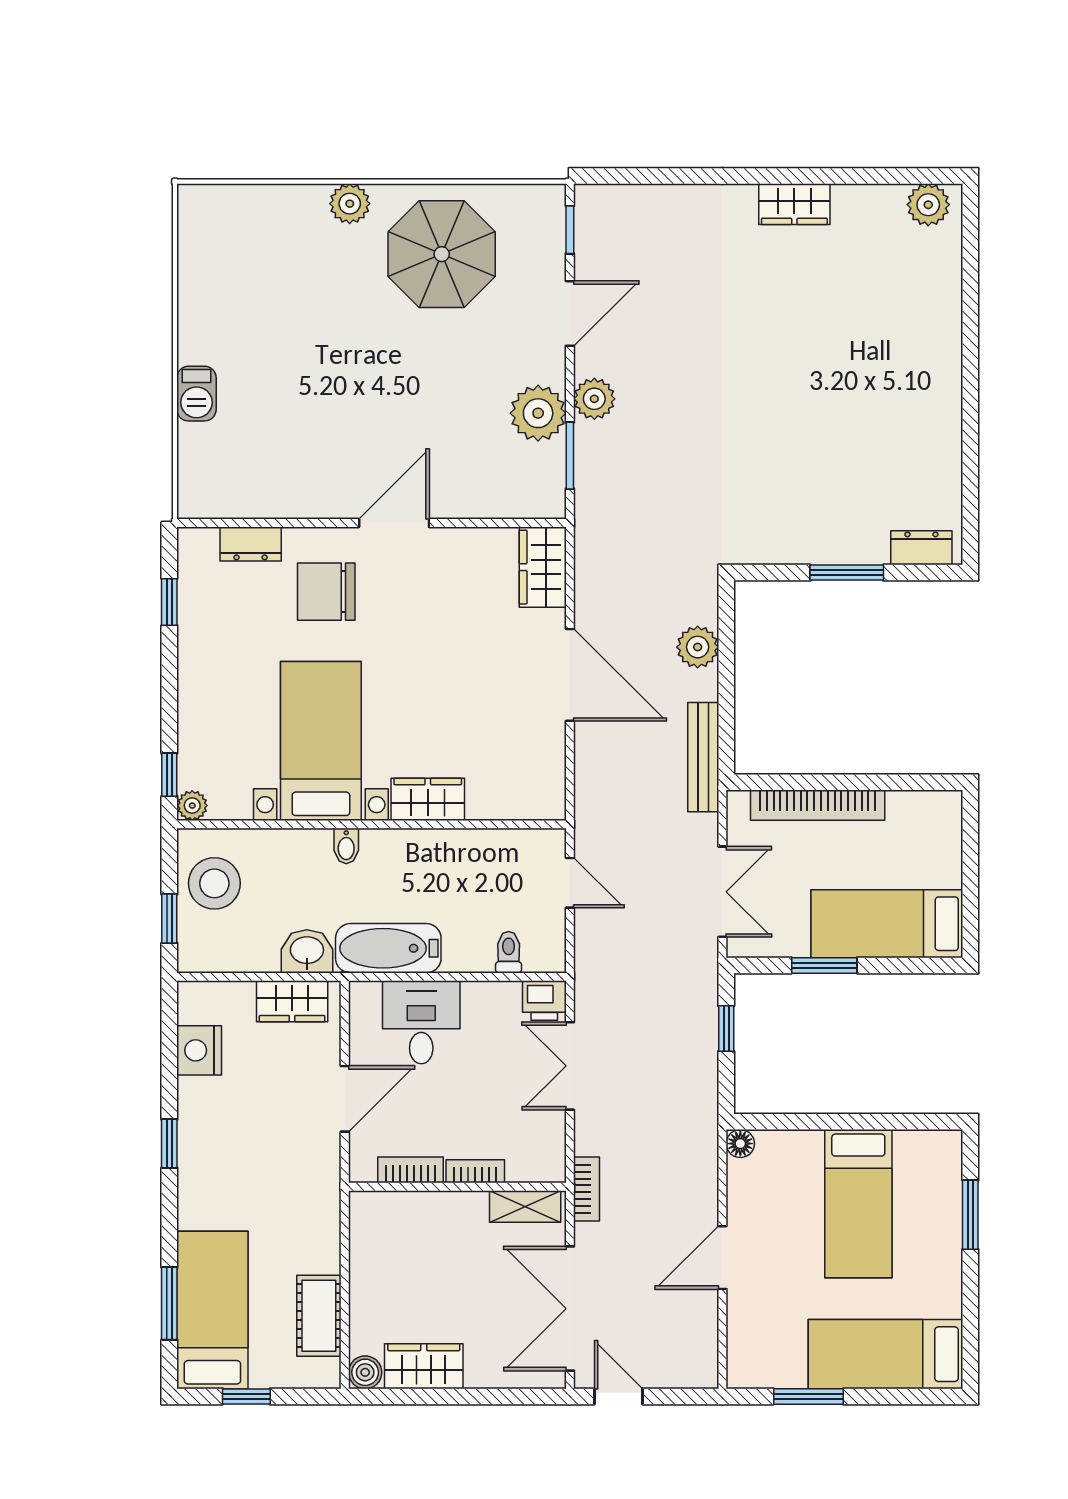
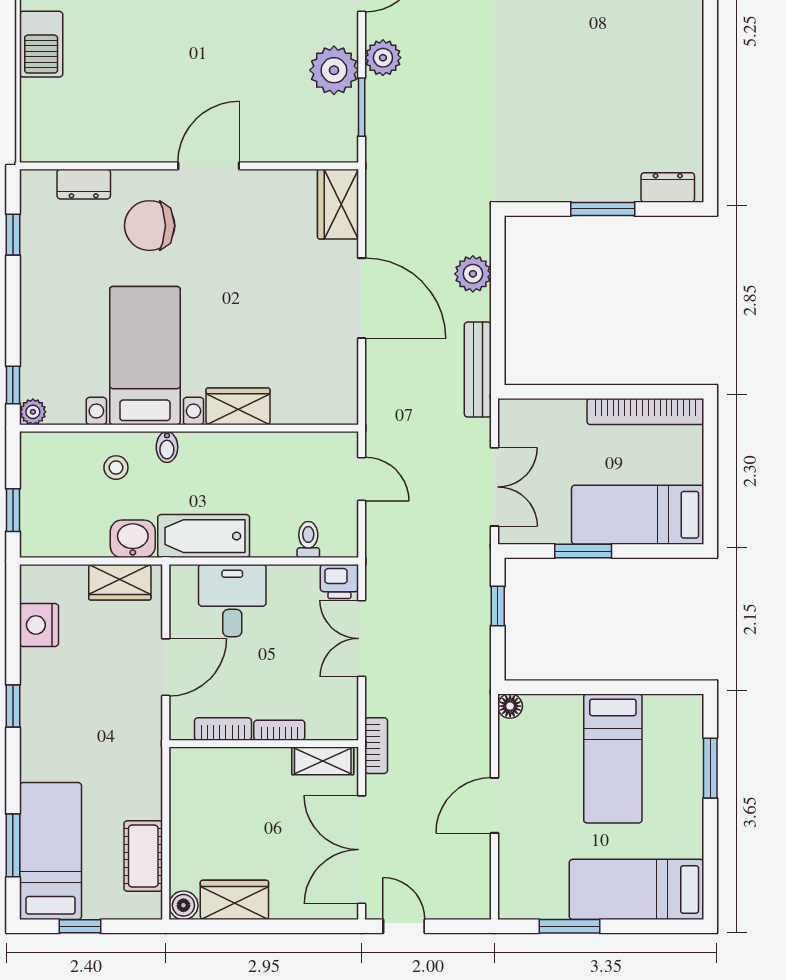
barbecue: (196, 394) -> (41, 44), width x1.38, depth x1.27
bookcase: (818, 805) -> (645, 412), moved
stool: (214, 883) -> (116, 468), moved, width x0.53, depth x0.53

